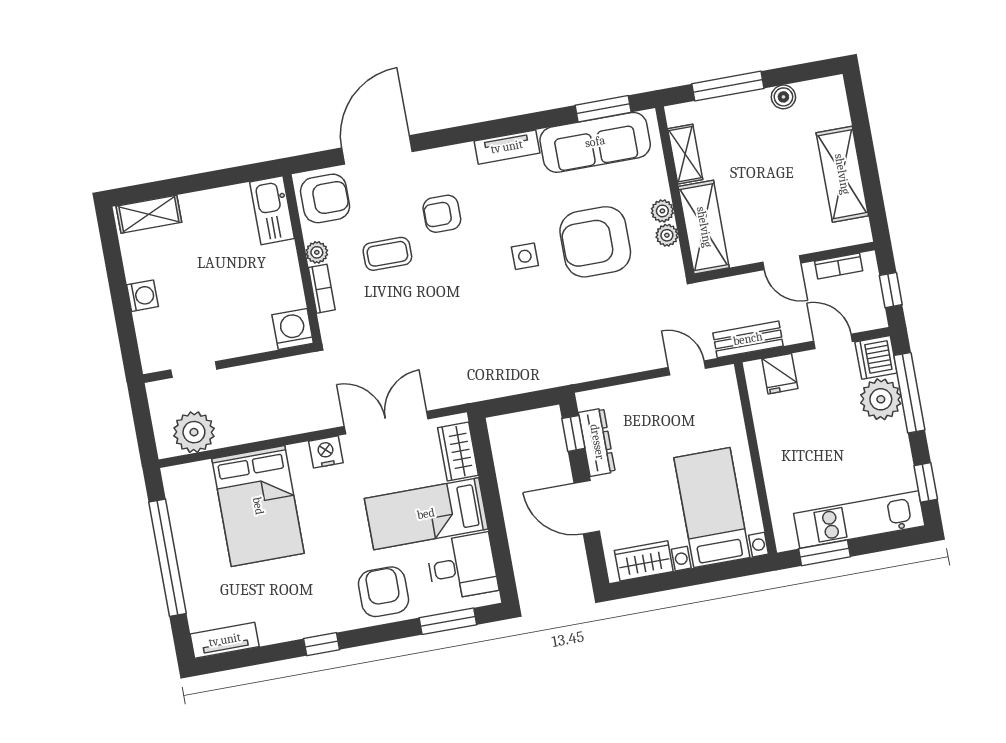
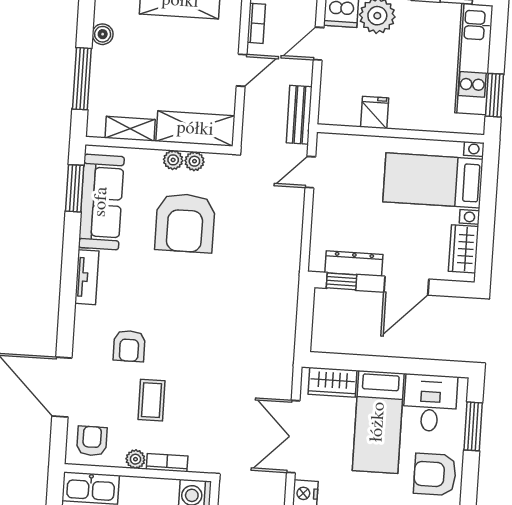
armchair: (325, 198) -> (92, 441), width x0.72, depth x0.72
side table: (525, 256) -> (182, 285), removed
fridge: (780, 374) -> (375, 112), moved, turned -90

